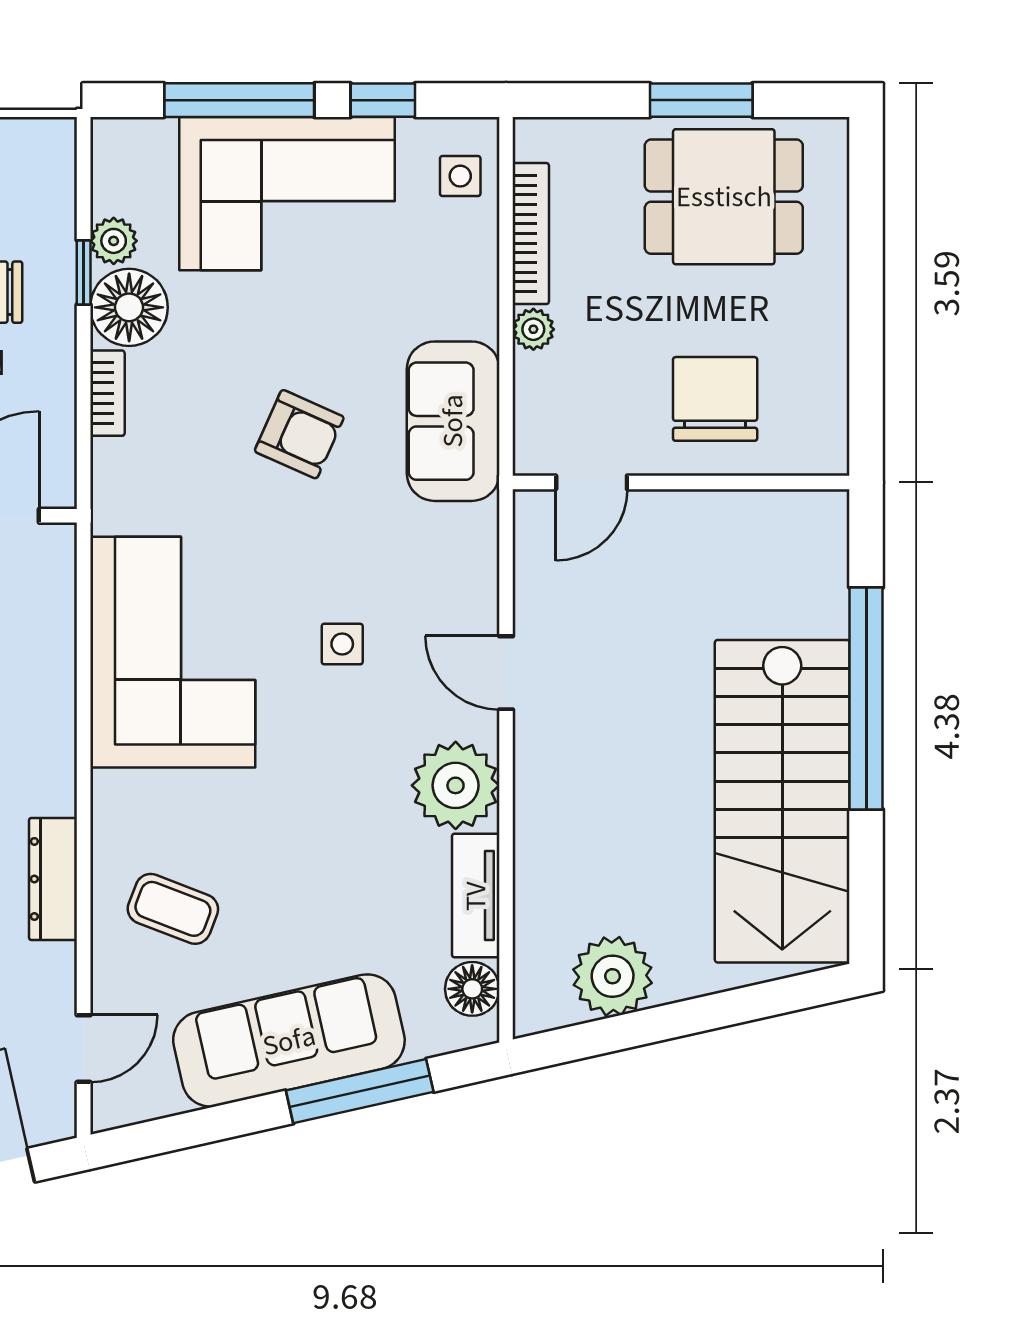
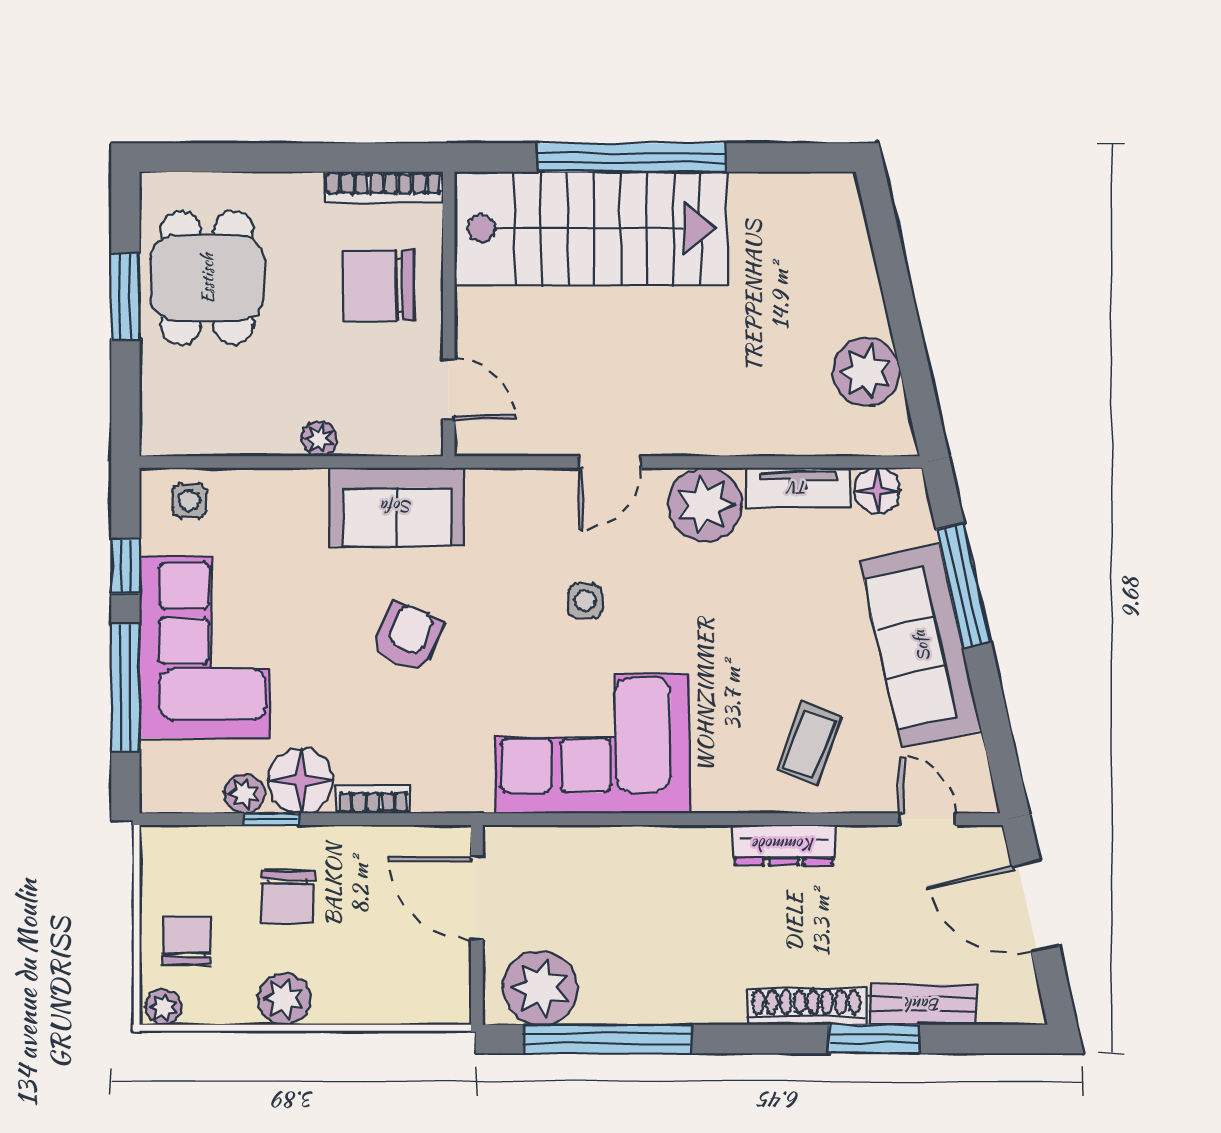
bookcase: (531, 234) -> (383, 187), moved, turned 180
stairs: (782, 801) -> (591, 228), moved

